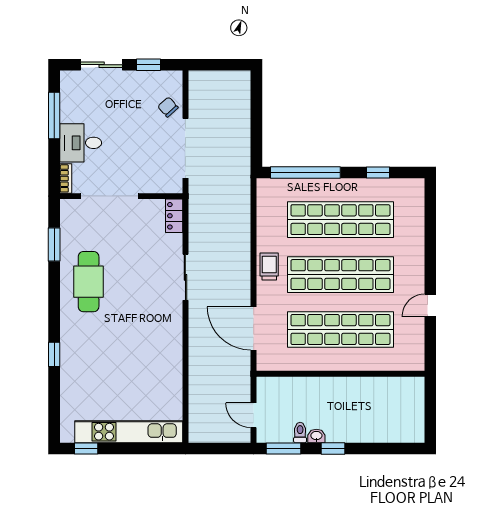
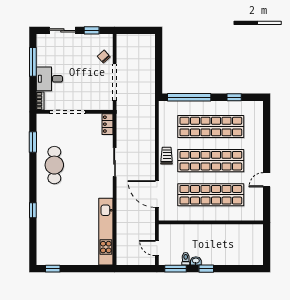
kitchen unit: (129, 432) -> (106, 232), moved, turned -90

